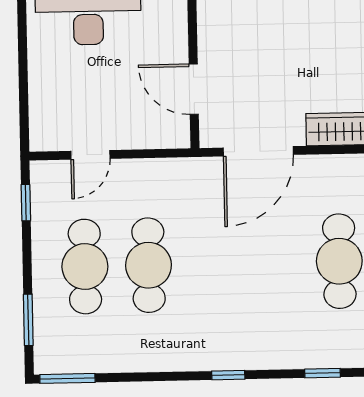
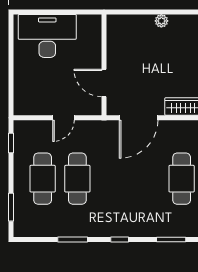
door: (90, 155) -> (63, 118), moved
window: (322, 373) -> (171, 240), width x1.50
window: (67, 378) -> (73, 240), moved

